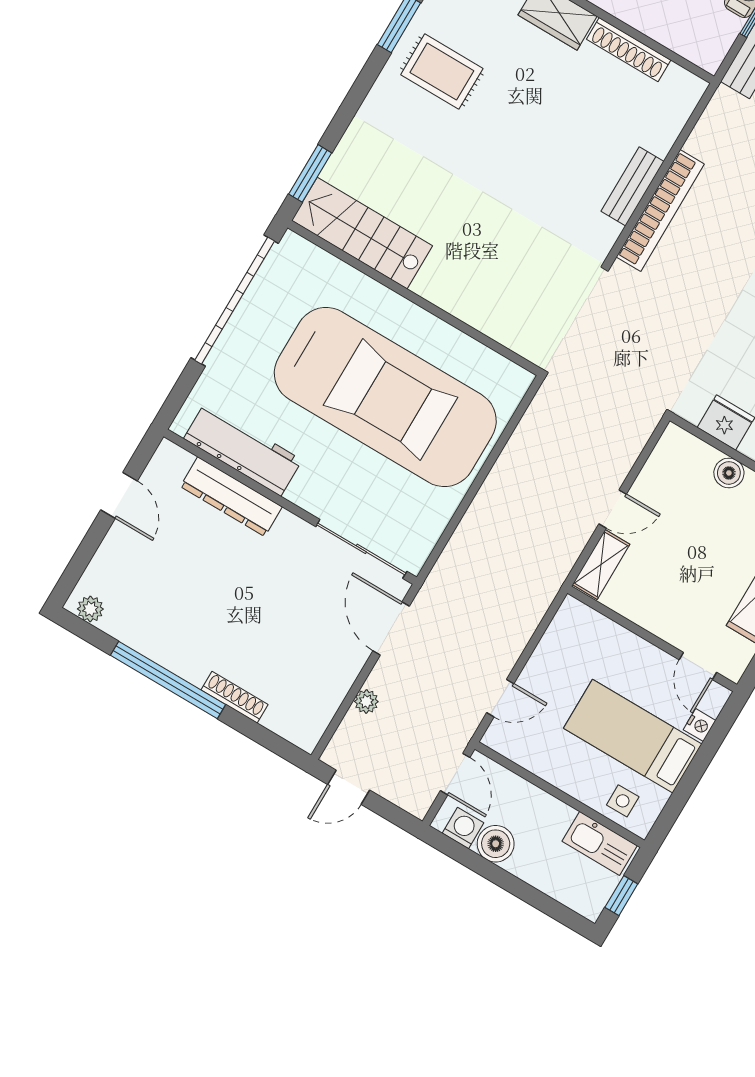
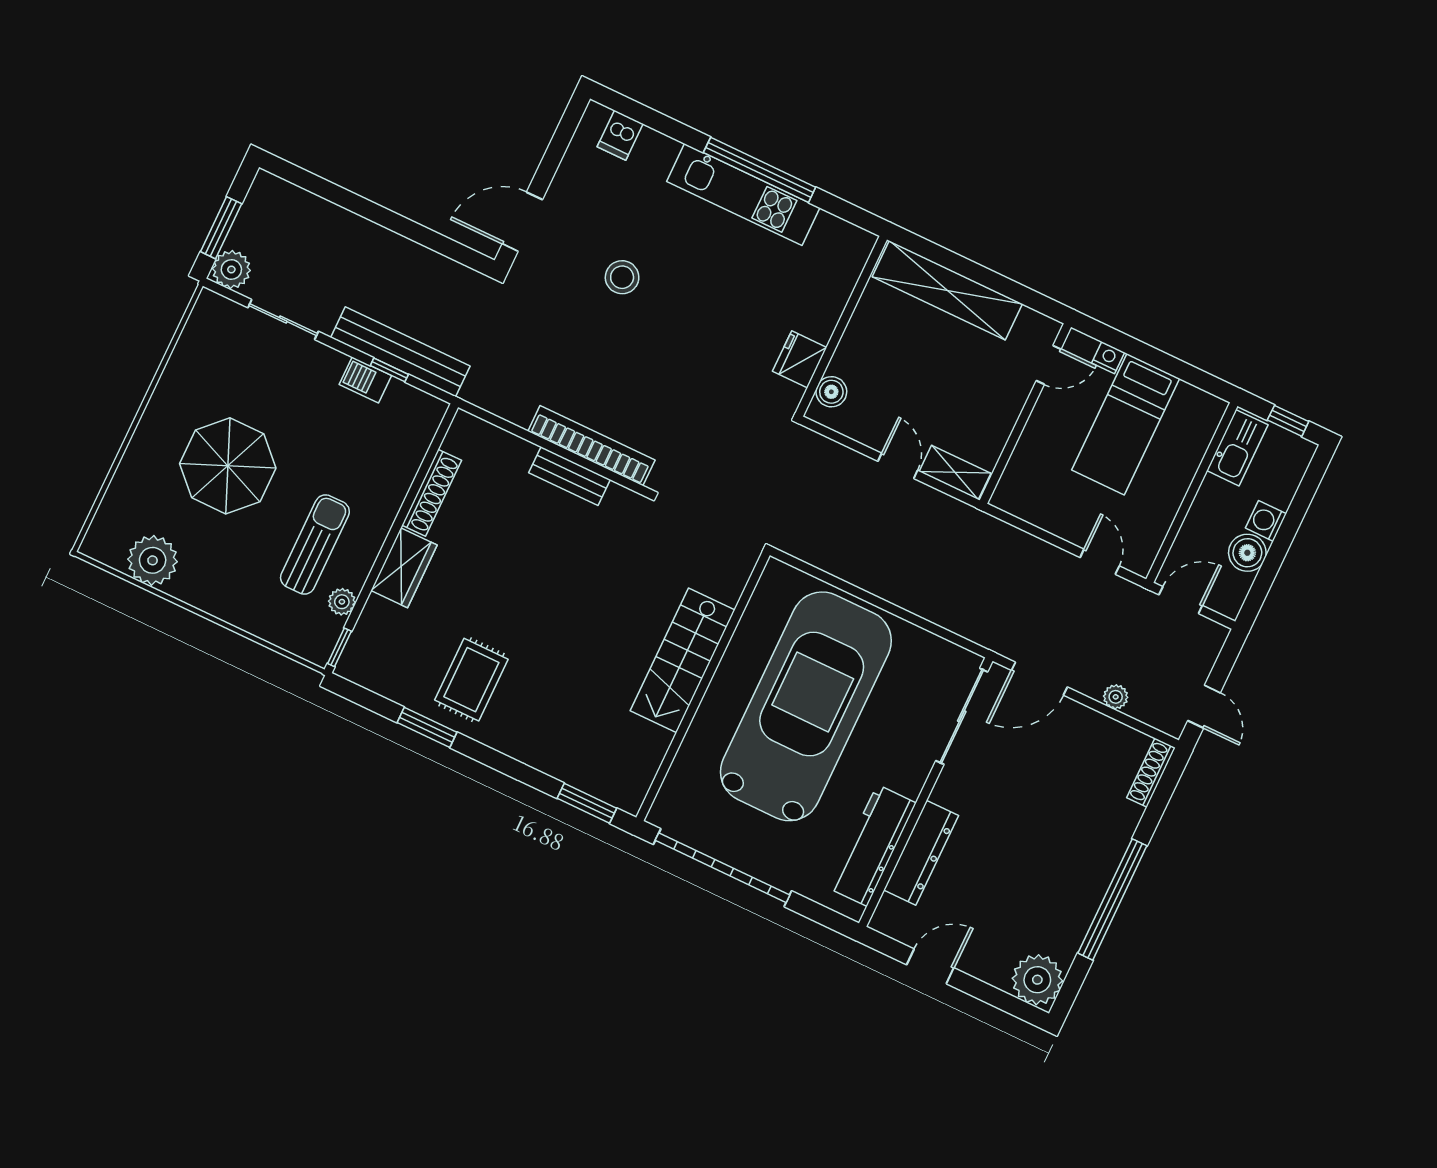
stairs: (362, 233) -> (683, 660), moved
boiler: (729, 473) -> (831, 392), moved
plant: (90, 609) -> (1037, 980), width x1.88, depth x1.88
shoe rack: (235, 697) -> (1151, 773), moved
side table: (623, 801) -> (1192, 428), removed
washing machine: (463, 828) -> (1266, 521), moved

